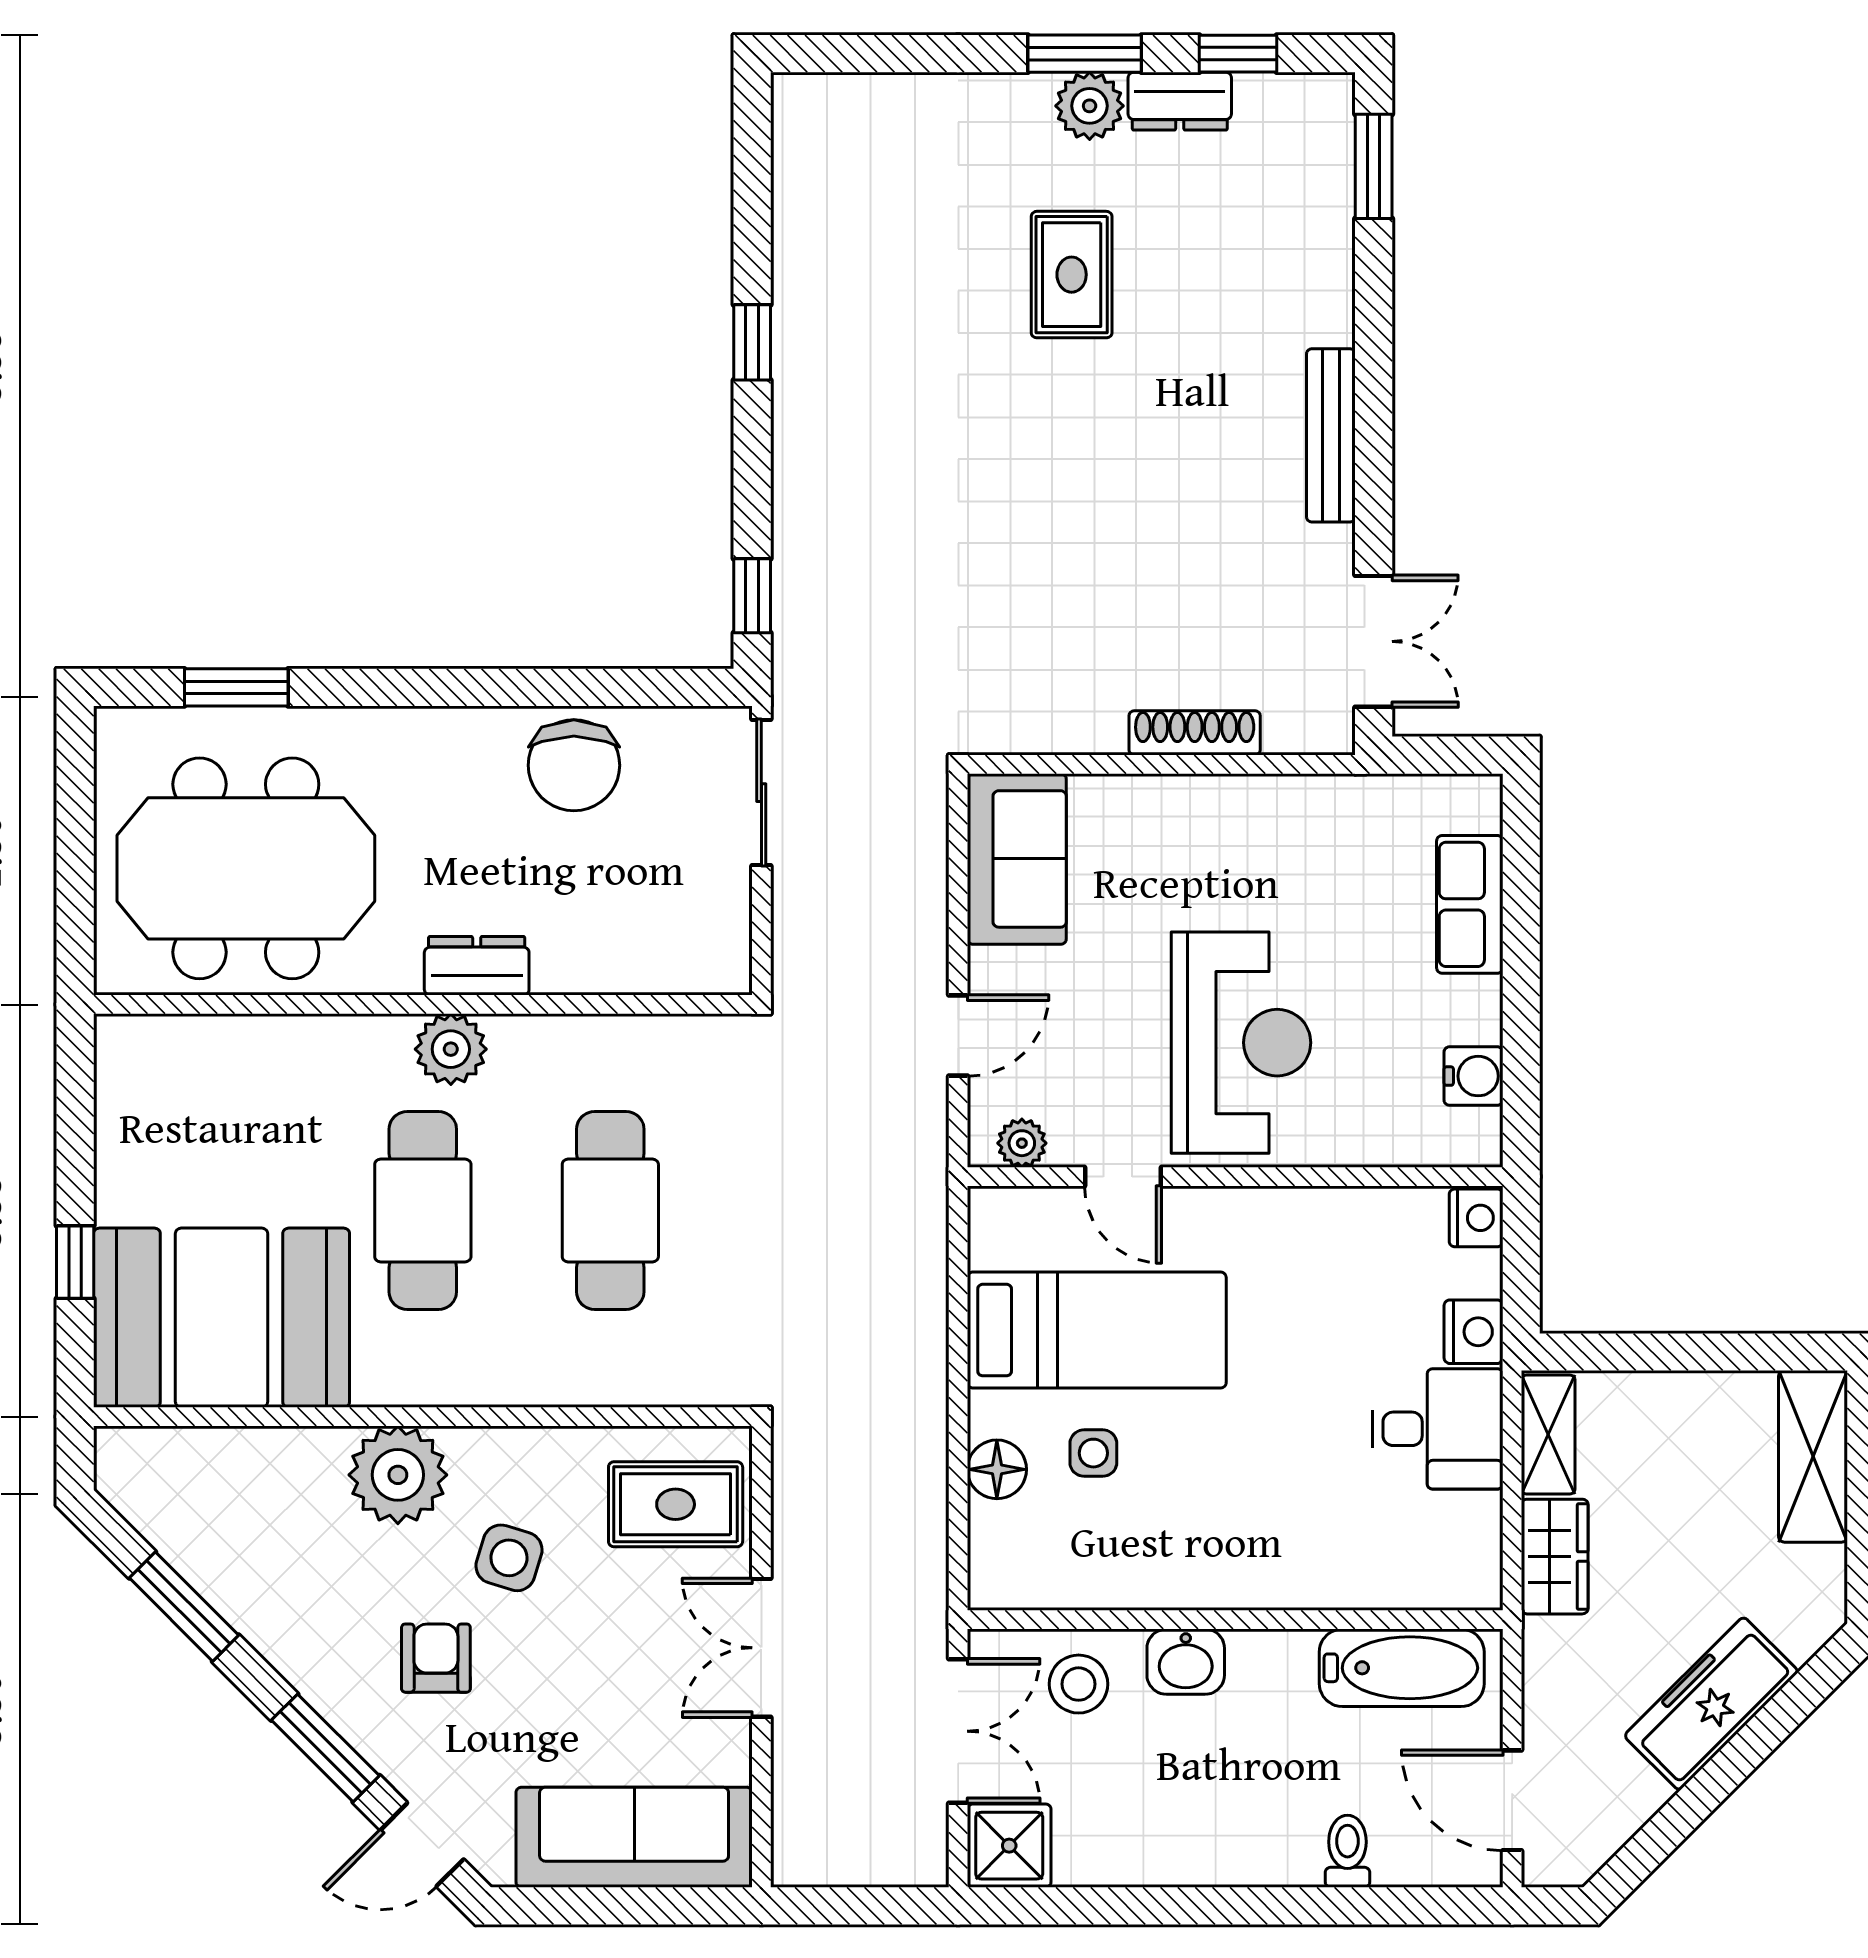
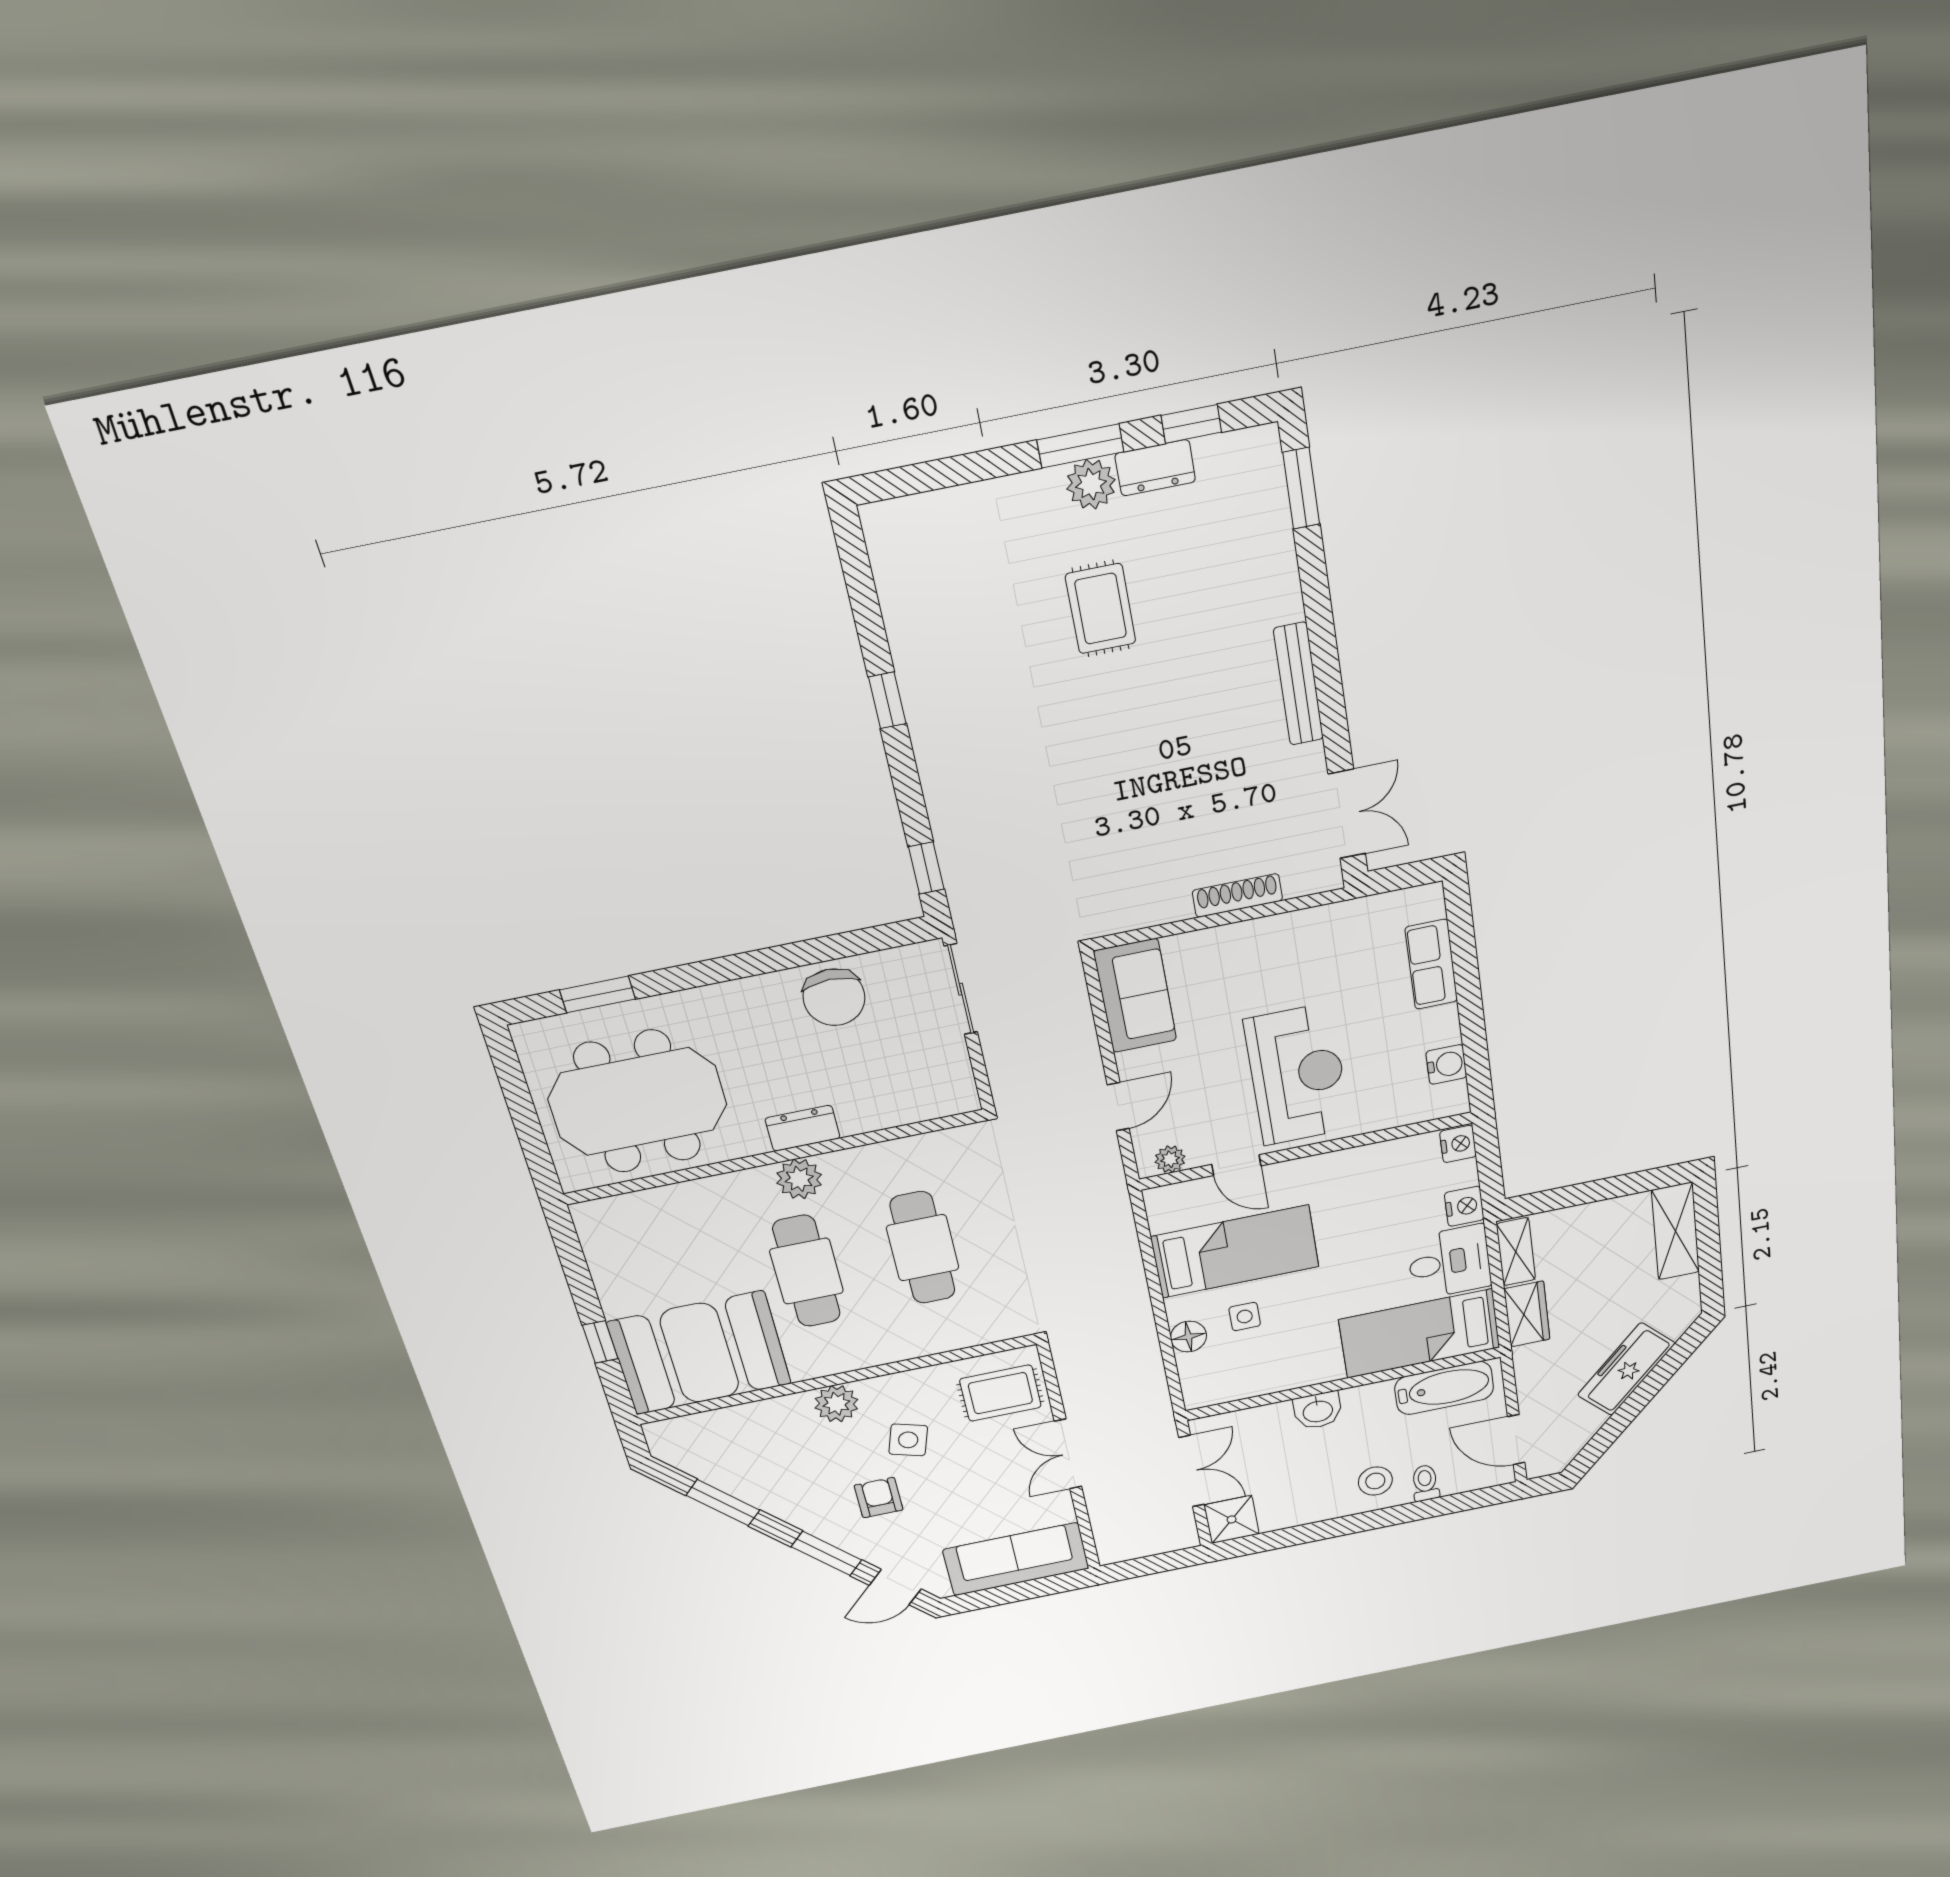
plant: (398, 1475) -> (836, 1404), width x0.73, depth x0.73
bed: (1373, 1552) -> (1420, 1334), added
stool: (1079, 1684) -> (1375, 1481), moved

